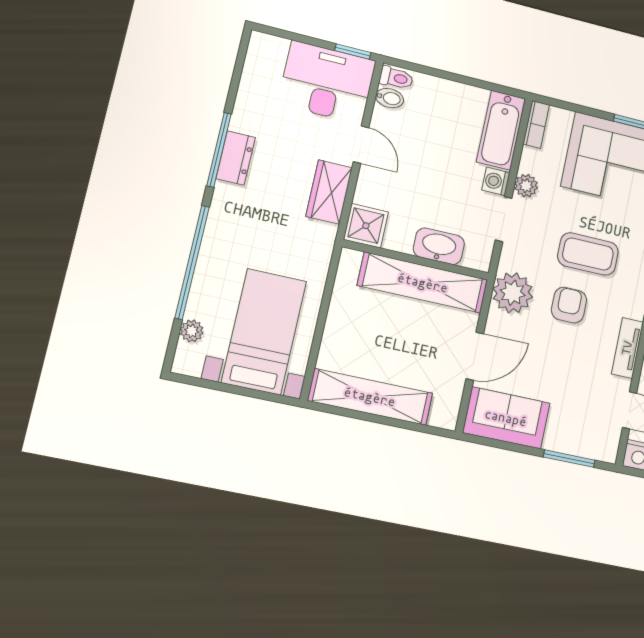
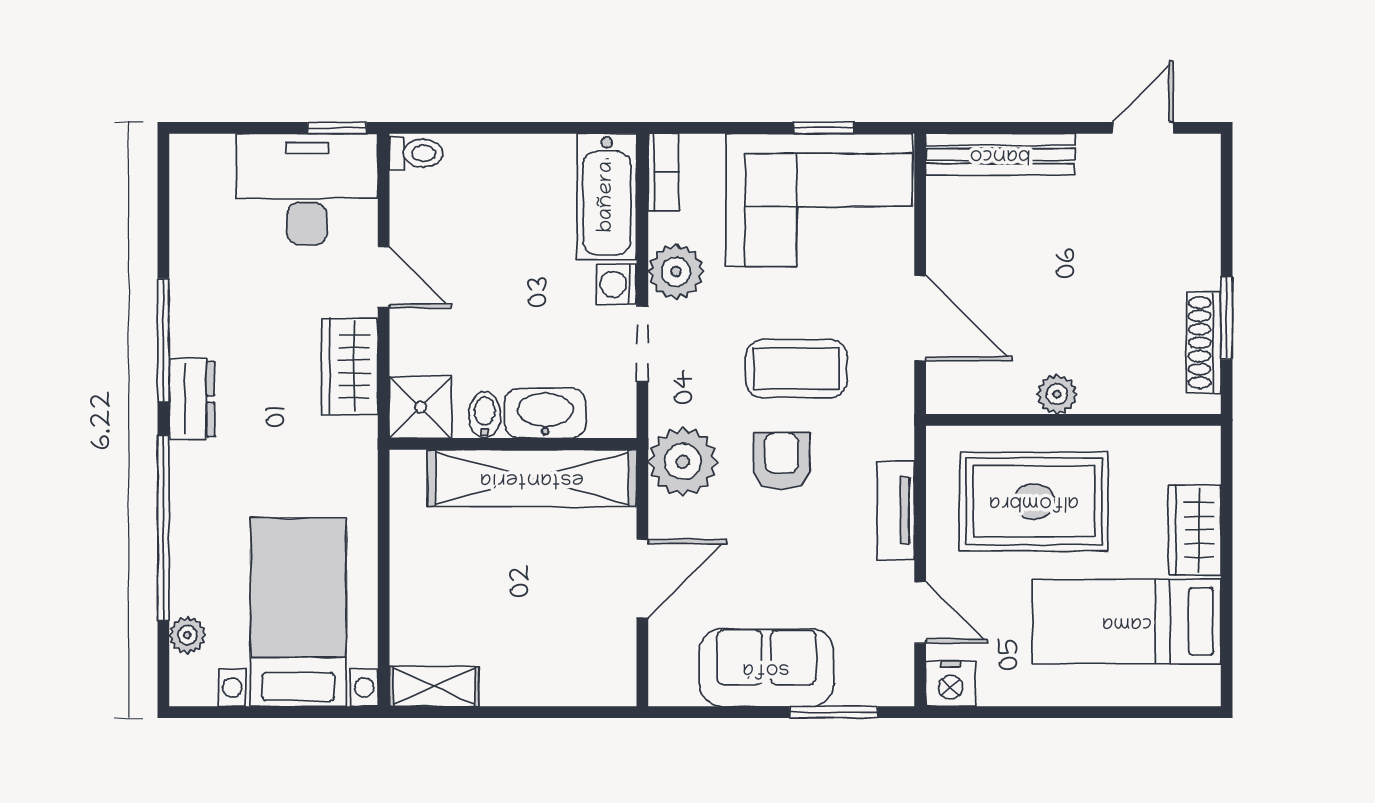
bidet: (390, 98) -> (485, 415), moved, turned -90
dresser: (236, 158) -> (192, 399), moved
plant: (526, 186) -> (676, 272), width x1.38, depth x1.38
shelving: (370, 397) -> (434, 686), width x0.45, depth x0.75
sofa: (506, 418) -> (766, 668), moved

